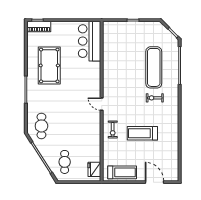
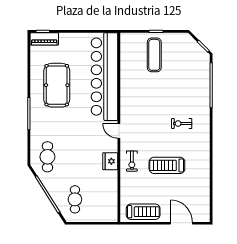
bar counter: (90, 41) -> (104, 77), width x1.86
exercise mat: (154, 67) -> (154, 55), moved, width x0.73, depth x0.69
fridge: (94, 169) -> (110, 161), moved

